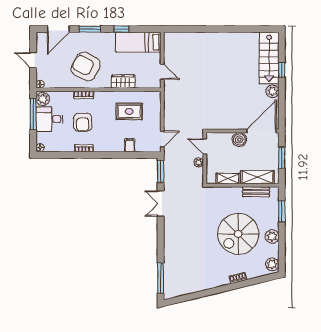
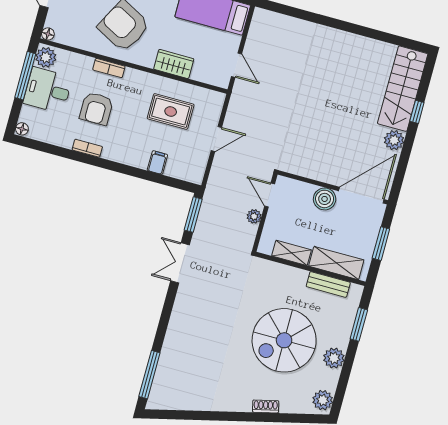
door: (162, 139) -> (216, 139), moved

